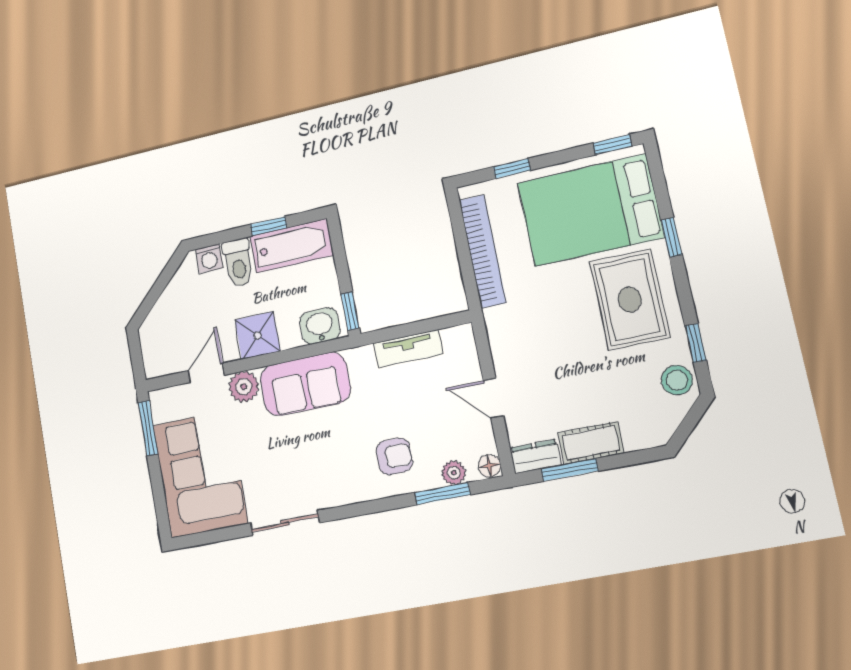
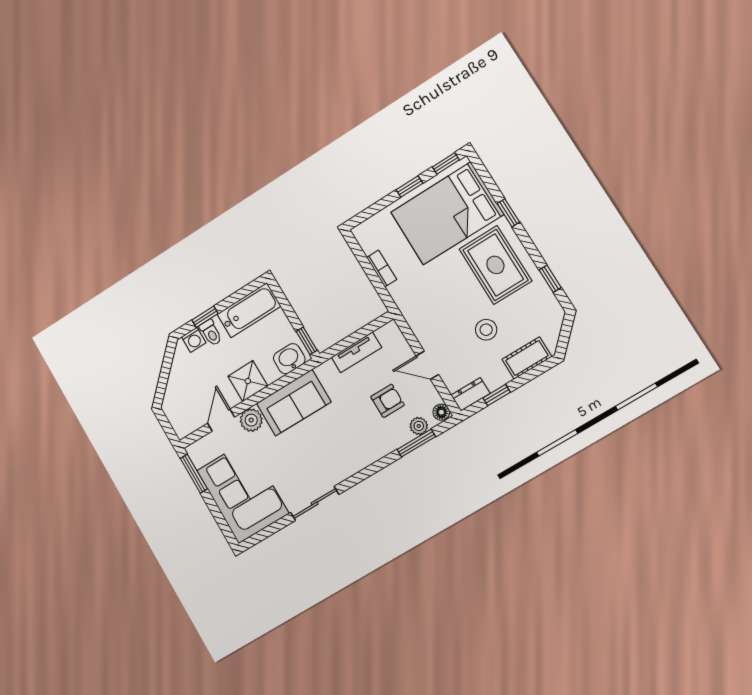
window: (512, 169) -> (409, 187), moved
window: (269, 226) -> (205, 317), moved
bookcase: (483, 251) -> (382, 268), width x0.43, depth x0.76
toilet: (238, 263) -> (211, 333), width x0.73, depth x0.72
stool: (677, 380) -> (486, 330), moved
cot: (591, 443) -> (527, 358), moved
armchair: (394, 456) -> (388, 401), moved
window: (570, 470) -> (497, 395), width x0.67

